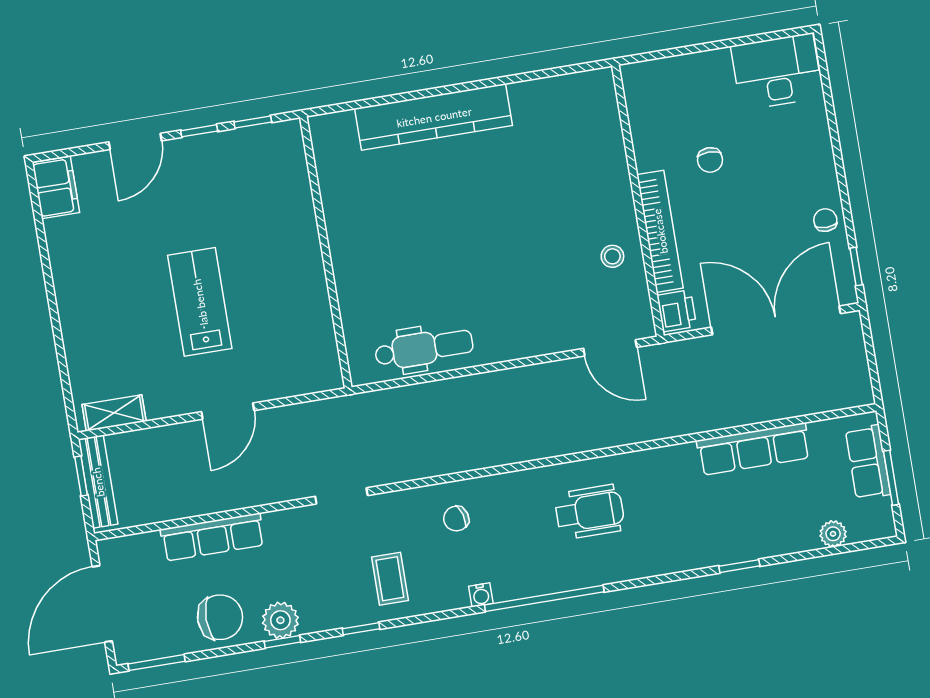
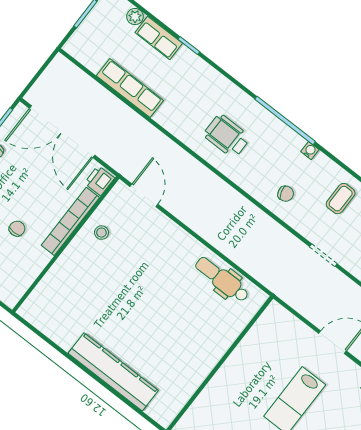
row of seats: (868, 462) -> (159, 38), moved, turned 90

